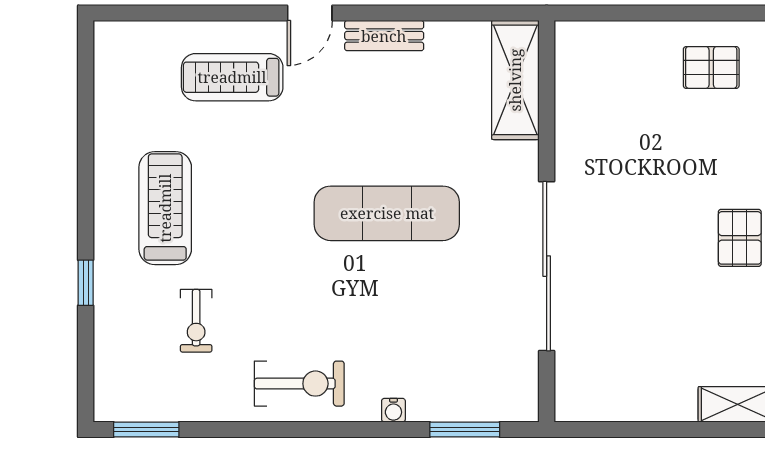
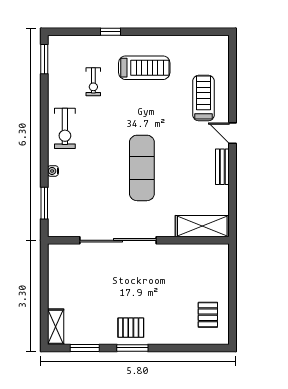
exercise bike: (196, 321) -> (93, 82), turned -90

